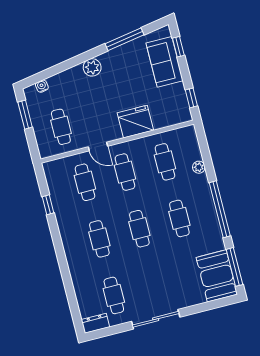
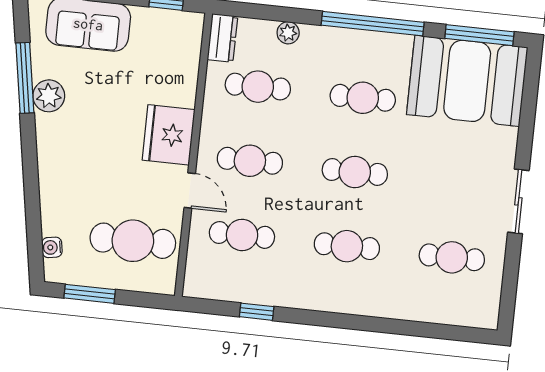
plant: (92, 67) -> (49, 96), moved
fridge: (135, 122) -> (169, 135), moved
cafe table: (61, 127) -> (133, 241), width x1.37, depth x1.35
door: (98, 147) -> (190, 191), hinge flipped
booth: (217, 276) -> (467, 81), width x1.36, depth x1.42
sliding door: (156, 319) -> (518, 201), width x0.73
dresser: (95, 323) -> (222, 38), moved, turned 180

